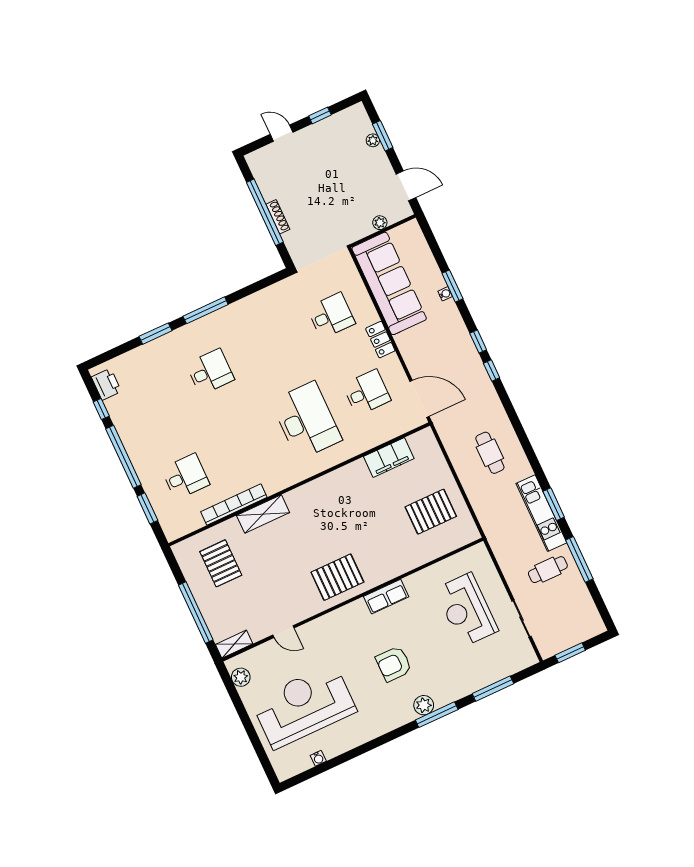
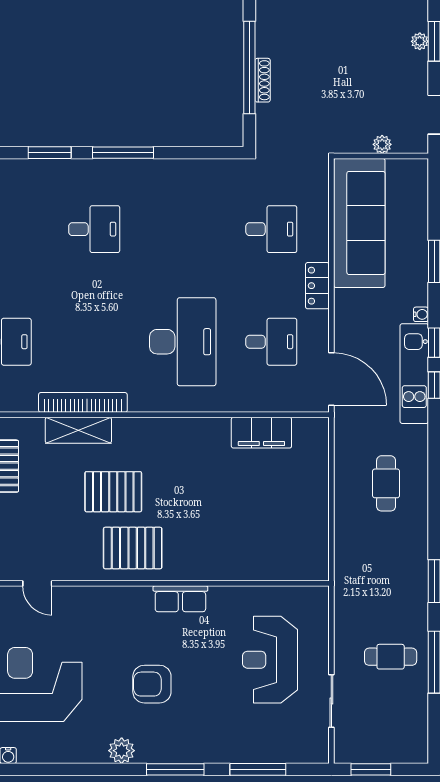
water cooler: (445, 294) -> (421, 314), moved
bookcase: (234, 504) -> (83, 402), moved
pallet: (431, 512) -> (113, 492), moved
kitchen unit: (541, 513) -> (414, 374), moved
plant: (424, 705) -> (122, 751), moved

